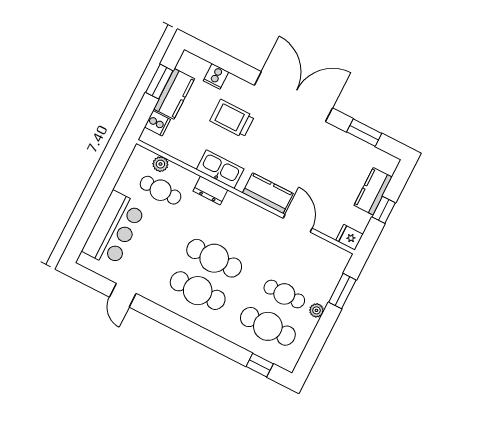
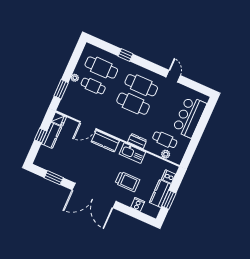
kitchen counter: (373, 191) -> (52, 135), moved
door: (298, 223) -> (88, 126), hinge flipped
door: (123, 295) -> (173, 76), moved
window: (260, 365) -> (126, 55), moved

